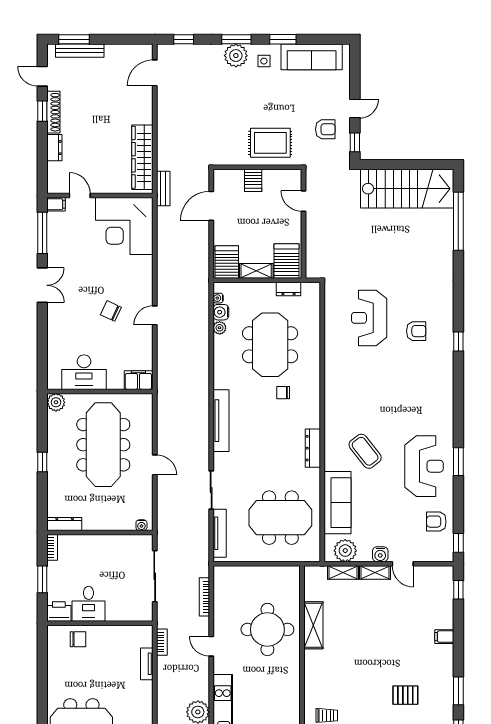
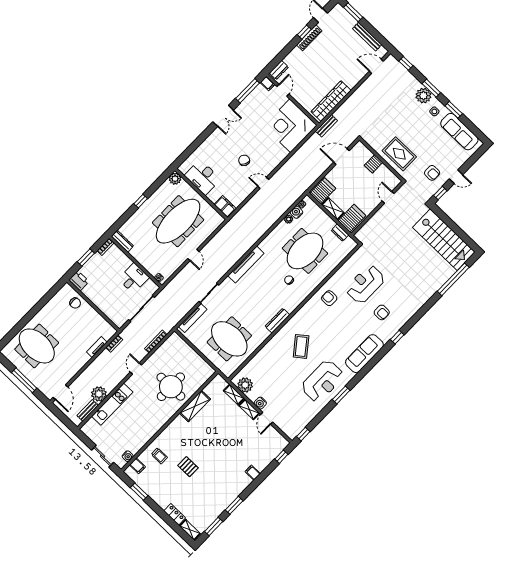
bench: (80, 51) -> (367, 37), moved
dresser: (54, 148) -> (279, 70), moved
sofa: (338, 503) -> (364, 354), moved, turned 180
armchair: (436, 522) -> (329, 298), moved
desk: (89, 604) -> (134, 278), moved, turned 180
pallet: (405, 695) -> (188, 467), moved

